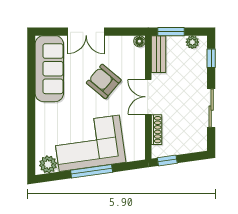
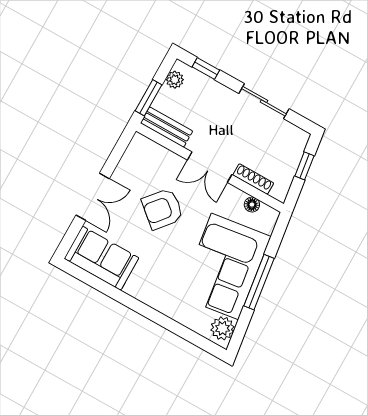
floor lamp: (139, 41) -> (252, 205), moved
sofa: (49, 69) -> (102, 258), width x0.73
window: (167, 161) -> (304, 166), moved

